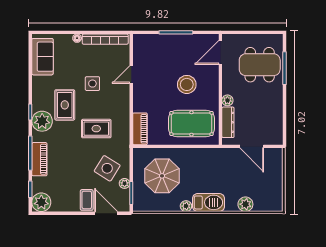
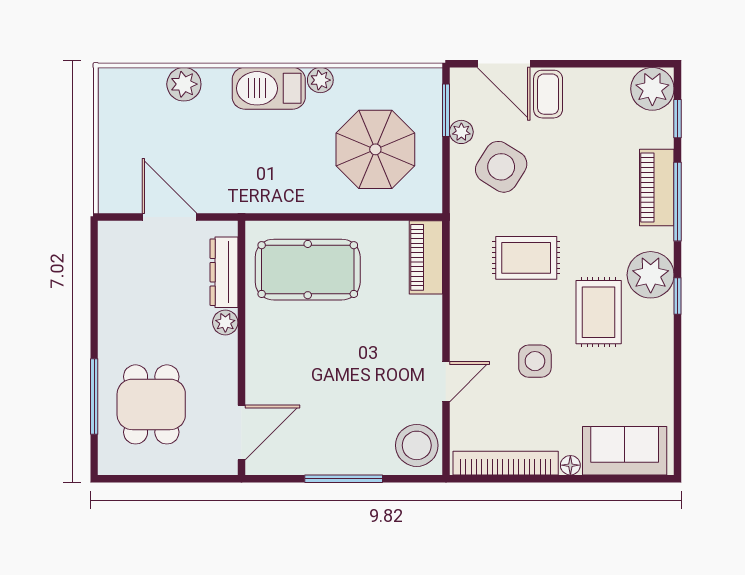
sofa: (42, 57) -> (625, 451), moved, turned 90
dining table: (260, 65) -> (151, 404), width x0.73
stool: (187, 84) -> (417, 445), moved

